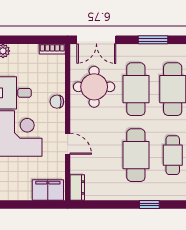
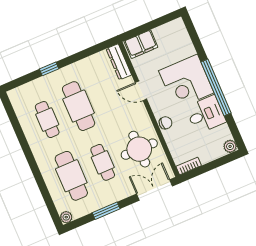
cafe table: (136, 89) -> (103, 162), width x0.73, depth x0.74
dresser: (77, 188) -> (119, 62), width x1.44

